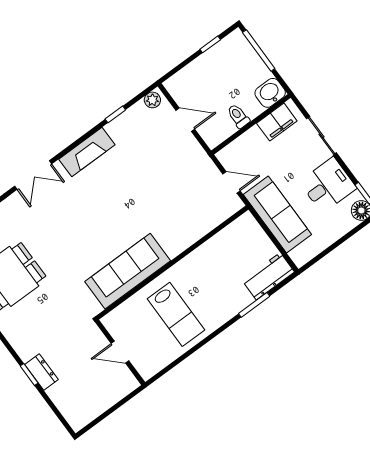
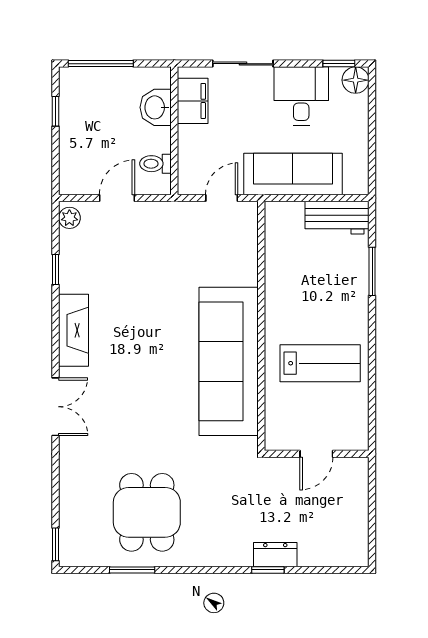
washbasin: (270, 93) -> (156, 107), moved
toilet: (238, 116) -> (155, 164), moved
sofa: (128, 271) -> (229, 361), width x1.36, depth x1.27
workbench: (268, 276) -> (337, 218), moved, turned -90

